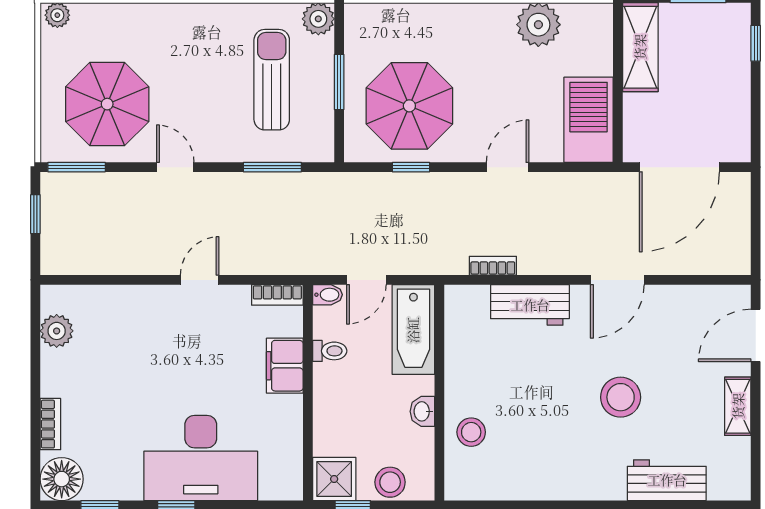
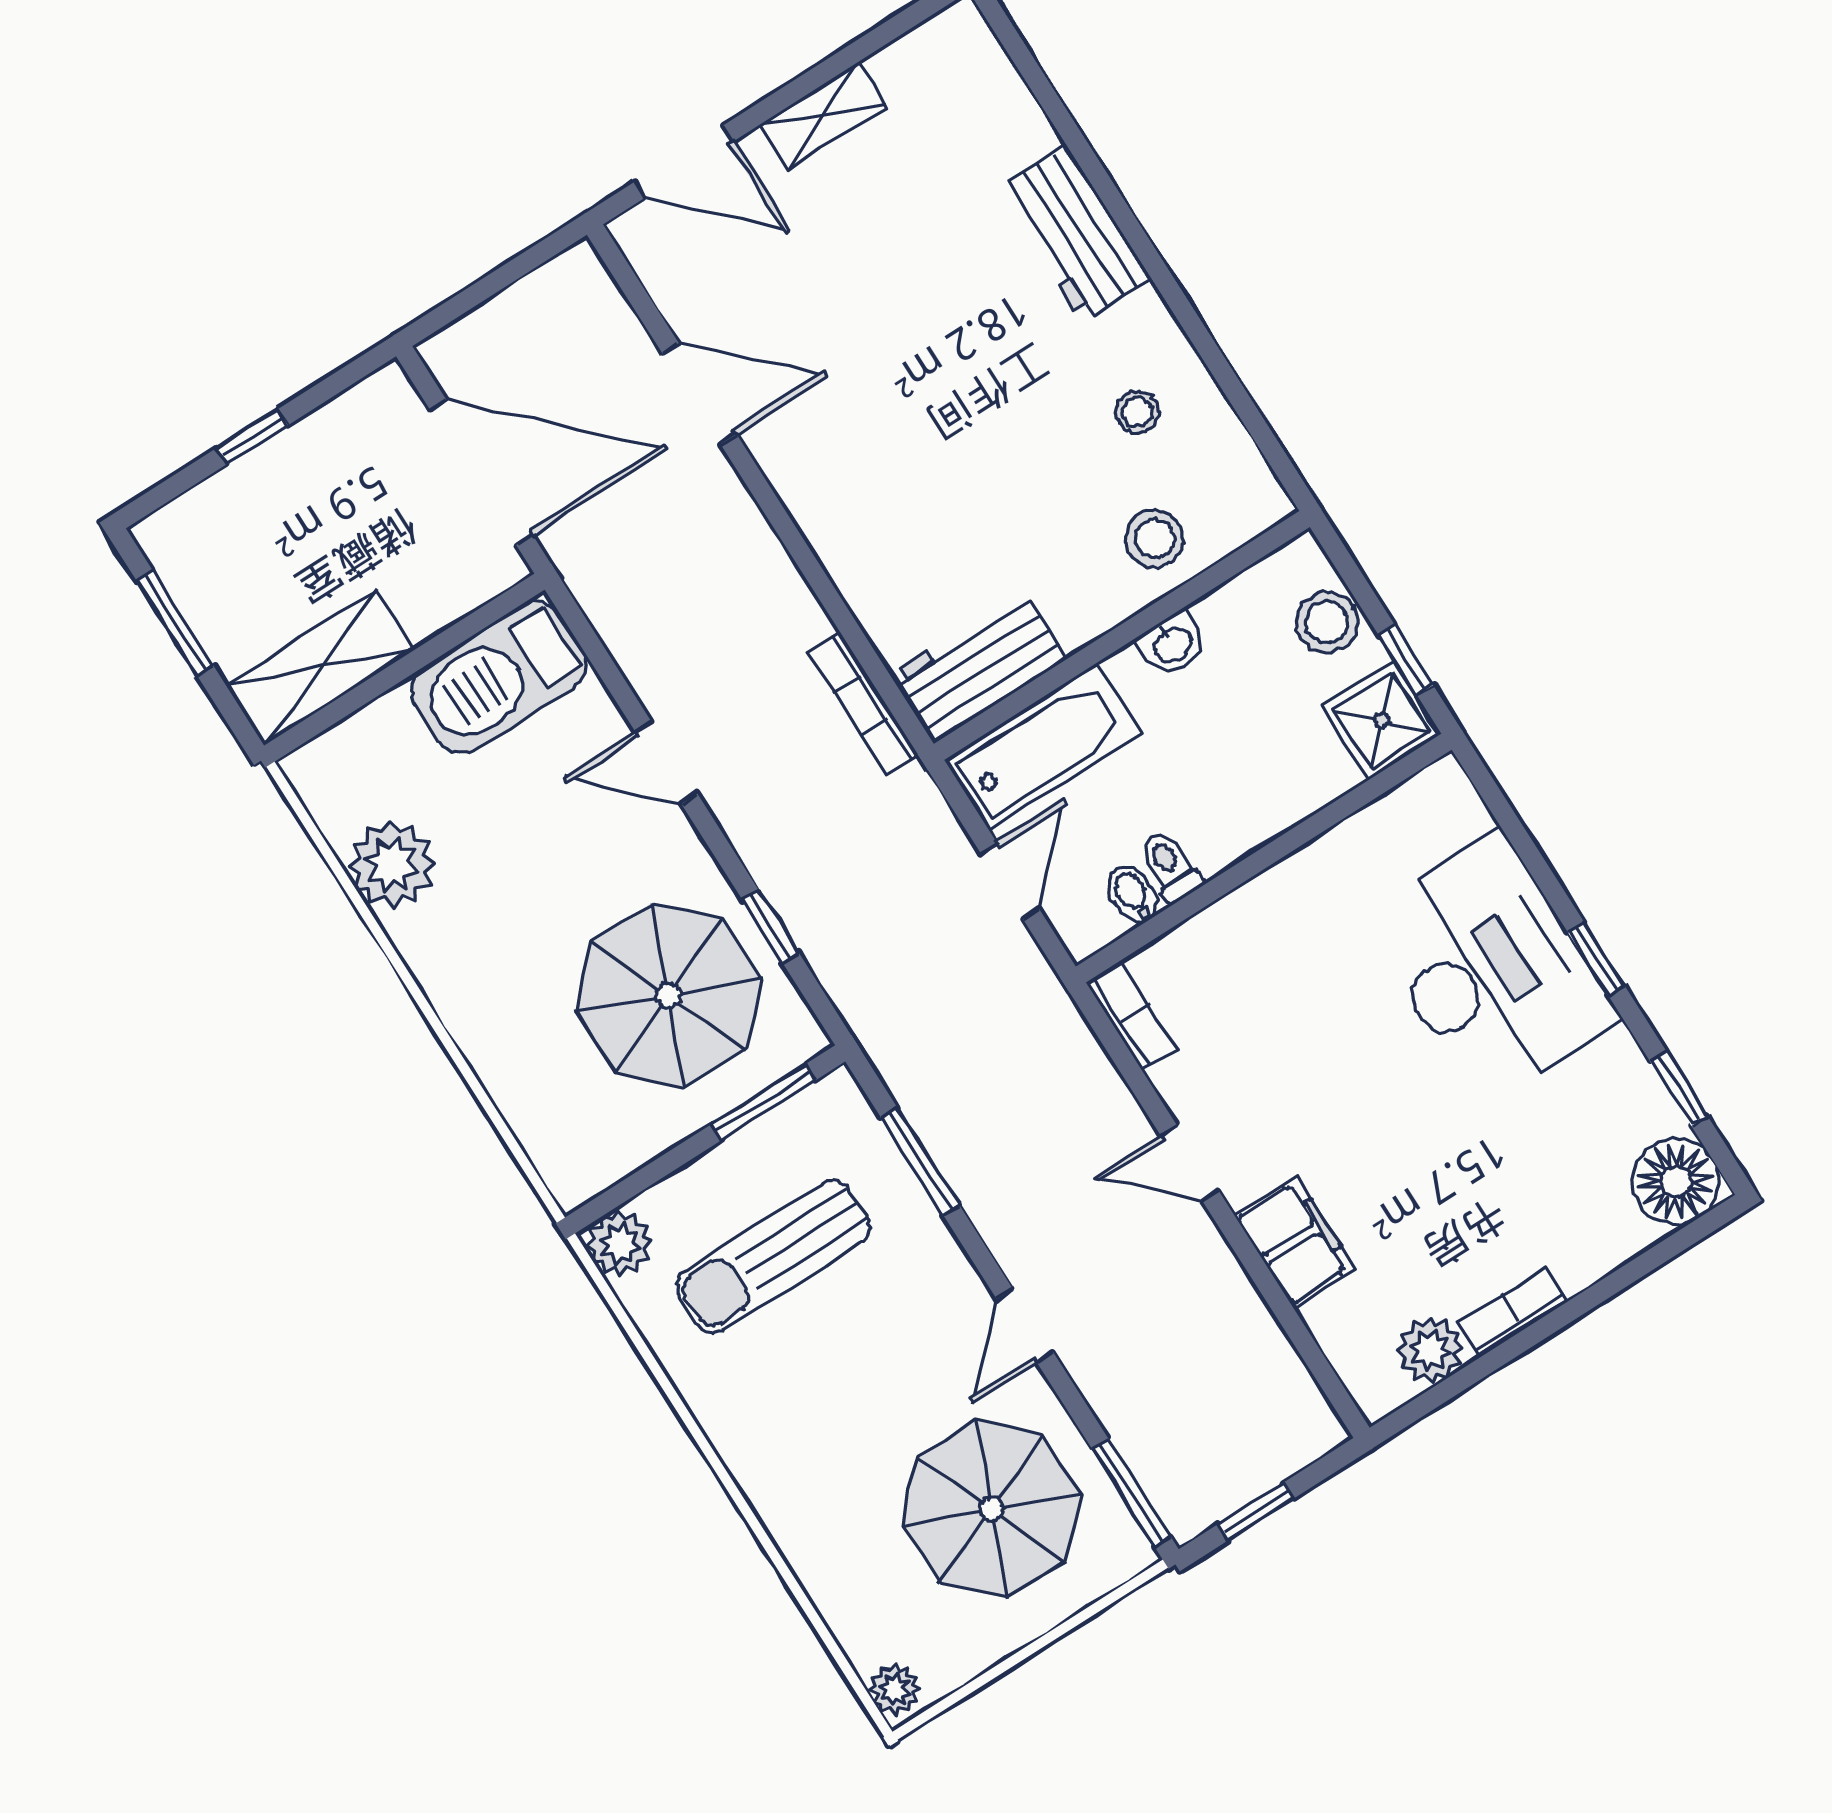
window: (756, 43) -> (252, 437), moved
window: (339, 82) -> (763, 1102), moved
bookcase: (493, 266) -> (864, 704), width x1.56
door: (366, 280) -> (1010, 881), hinge flipped
door: (617, 280) -> (700, 394), moved
bidet: (327, 295) -> (1133, 895), moved
workbench: (530, 305) -> (979, 667), moved, turned -90
filing cabinet: (285, 366) -> (1295, 1242), moved, turned -90
stool: (621, 397) -> (1137, 412), moved, width x0.53, depth x0.53
bookcase: (50, 424) -> (1513, 1312), moved
workbench: (667, 480) -> (1074, 233), moved

